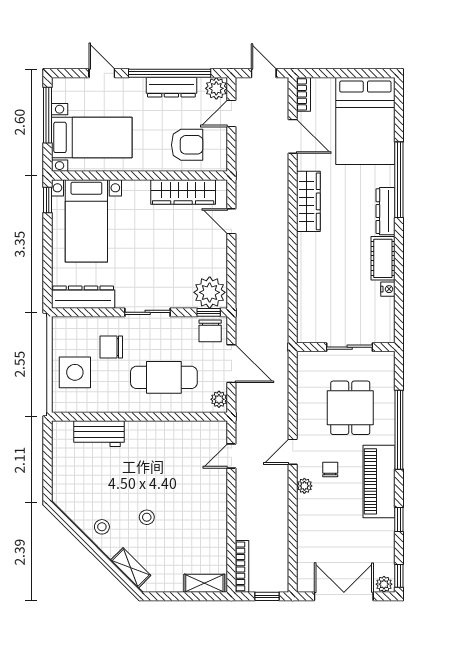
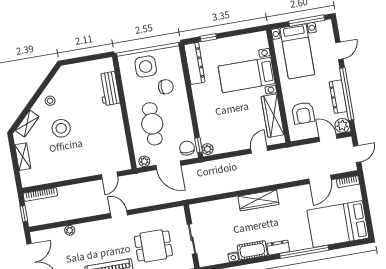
window: (47, 200) -> (208, 38), moved
wardrobe: (308, 201) -> (258, 200), moved
dresser: (386, 211) -> (278, 248), width x0.70
bed with nightstands: (86, 221) -> (247, 75), moved
plant: (210, 292) -> (208, 149), width x0.53, depth x0.53
sliding door: (148, 312) -> (192, 106), removed
chair: (210, 331) -> (187, 148), turned 90
chair: (111, 347) -> (166, 87), turned 90
door: (231, 364) -> (168, 165), hinge flipped
door: (231, 456) -> (110, 175), swing flipped
chair: (330, 469) -> (112, 240), removed
plant: (304, 486) -> (70, 230), moved
stool: (147, 517) -> (61, 128), width x1.89, depth x1.89
shelving: (204, 583) -> (23, 157), moved

